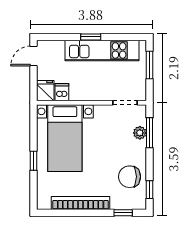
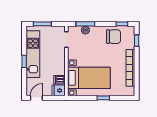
door: (33, 56) -> (36, 98), swing flipped
chair: (130, 177) -> (113, 37), turned -90

